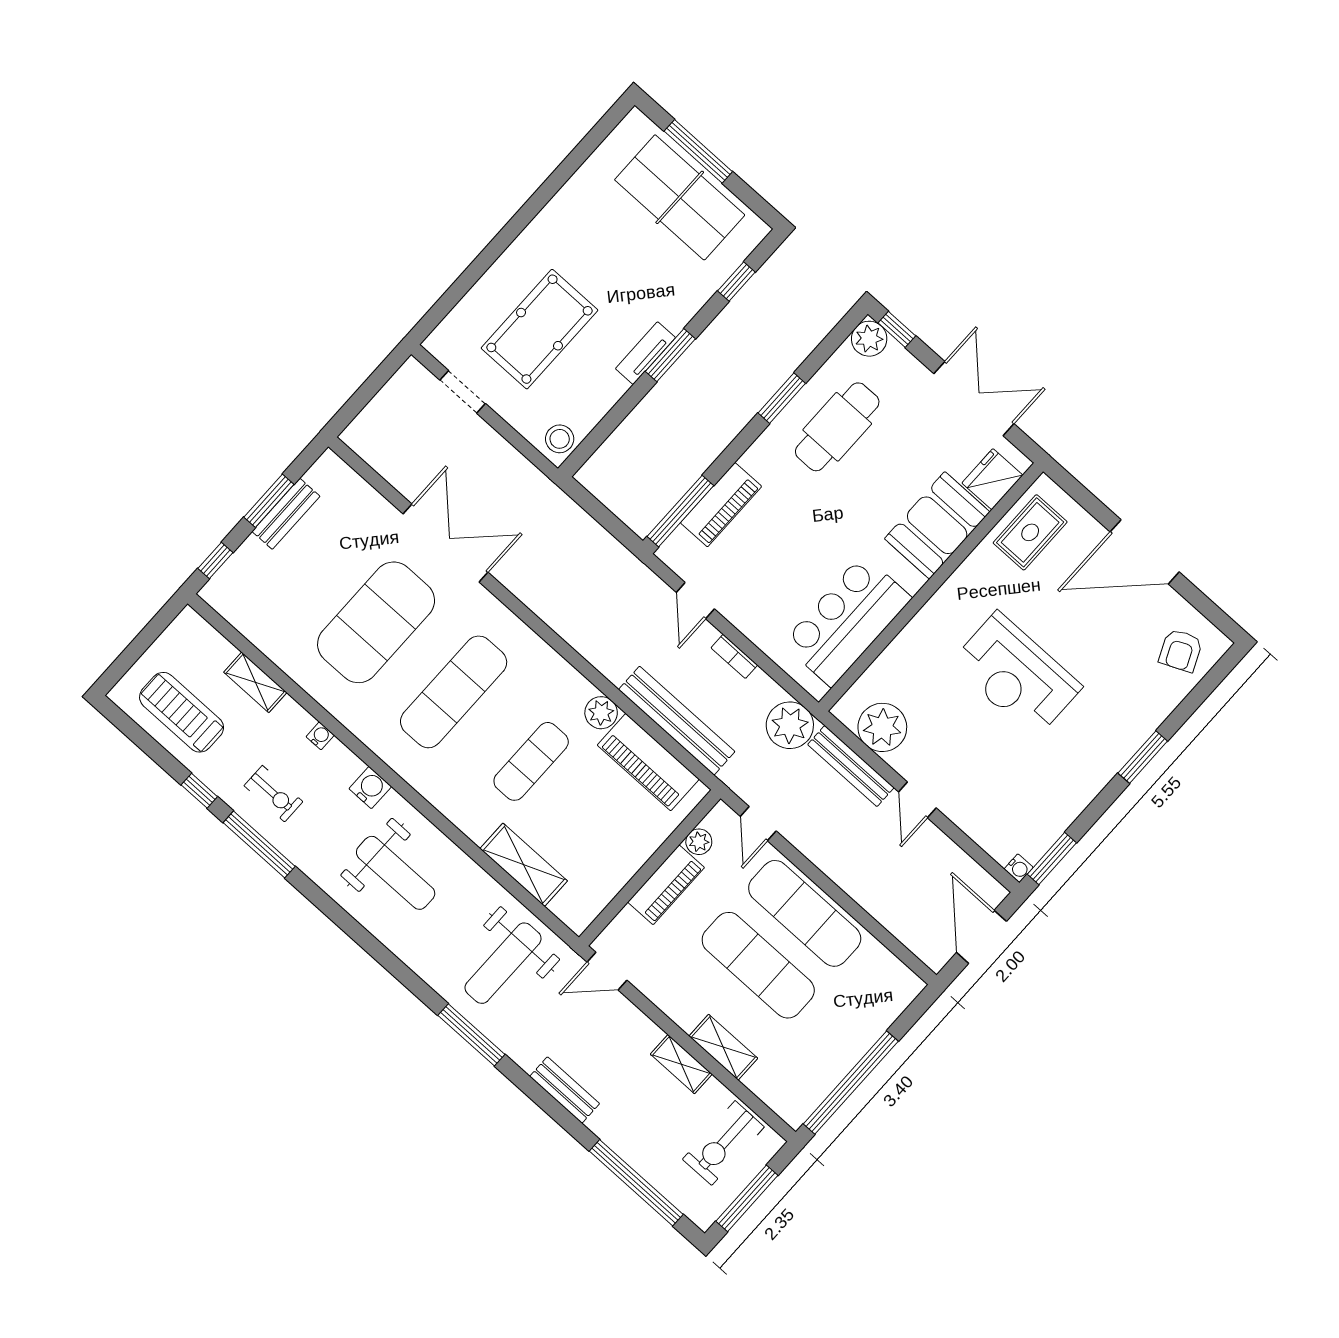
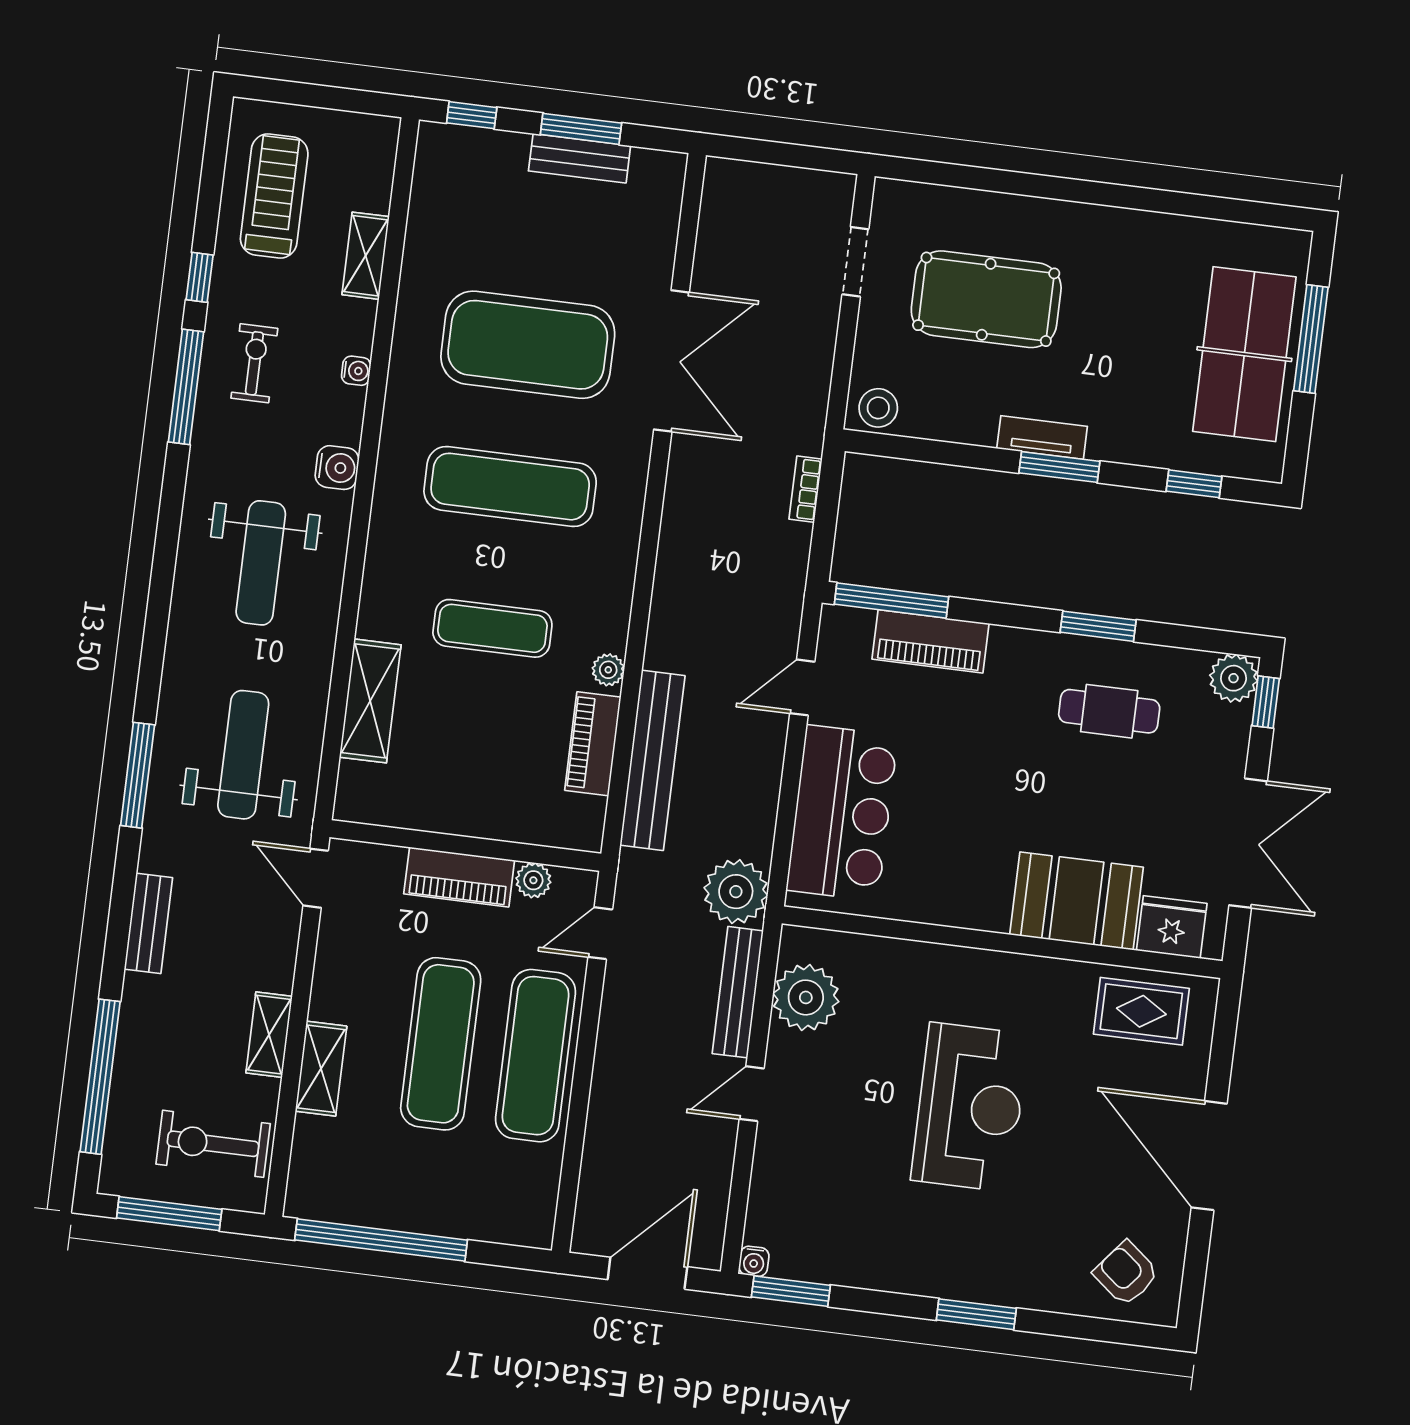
cafe table: (837, 427) -> (1109, 711), width x0.73, depth x0.74
bar counter: (847, 621) -> (842, 813), moved, turned 90
armchair: (1181, 651) -> (1126, 1273), turned 63
bookcase: (734, 656) -> (806, 489), moved
reception desk: (1016, 675) -> (970, 1107), turned 180
plant: (601, 713) -> (608, 670), width x0.73, depth x0.73
piano: (648, 762) -> (593, 744), width x0.73, depth x0.75
exercise bike: (273, 794) -> (254, 363), turned 180
weight bench: (503, 963) -> (243, 755), turned 90

